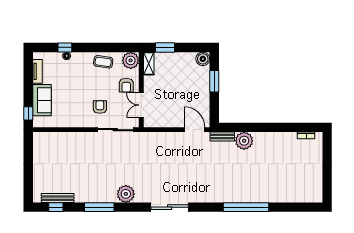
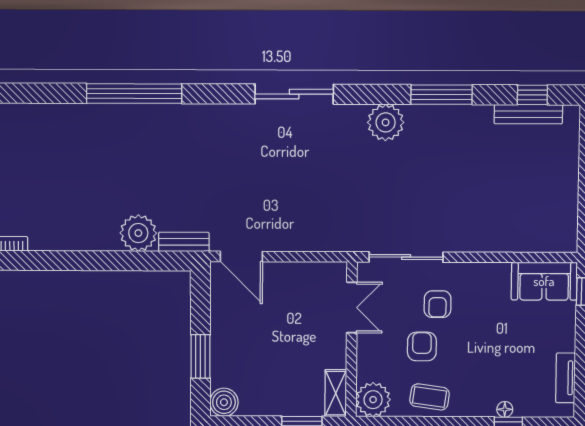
armchair: (126, 85) -> (422, 346), moved
sofa: (42, 100) -> (544, 281), moved, turned -90

